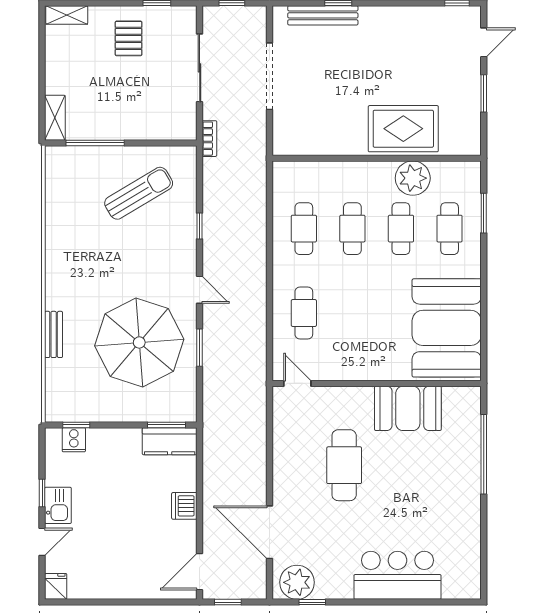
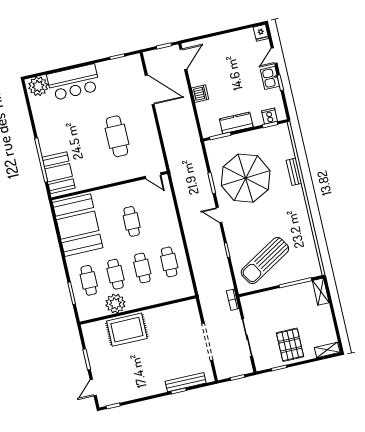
pallet: (129, 38) -> (290, 345), width x1.50, depth x1.42
sun lounger: (139, 193) -> (265, 261), width x1.36, depth x1.34
cafe table: (304, 313) -> (132, 221), moved
booth: (408, 408) -> (59, 173), moved, turned 90
kitchen counter: (170, 441) -> (236, 123), moved
plant: (297, 582) -> (38, 86), moved

